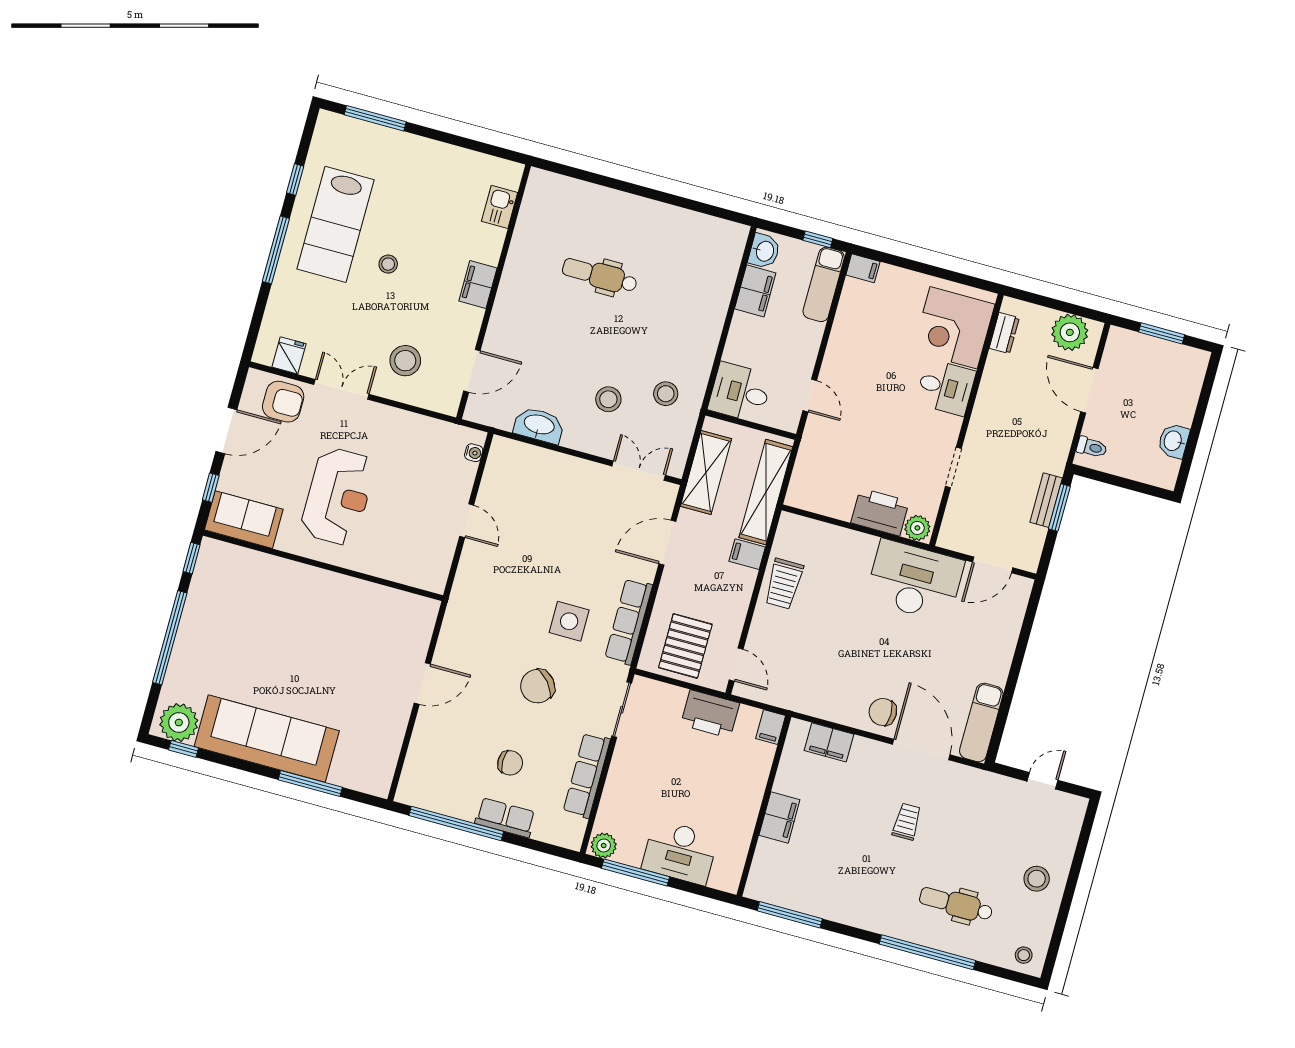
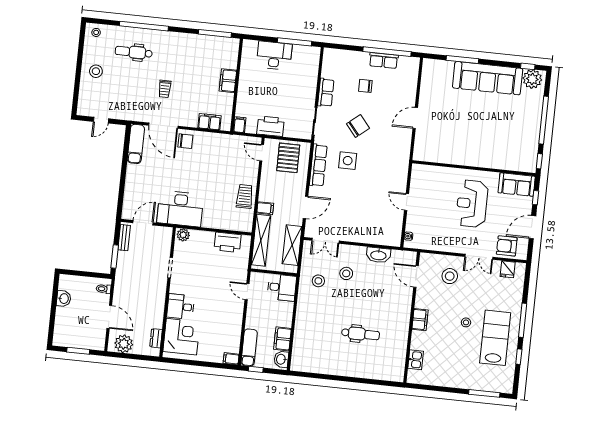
door: (472, 371) -> (416, 276), hinge flipped
bench: (1046, 500) -> (124, 238), moved
printer: (880, 512) -> (228, 242), moved
row of seats: (587, 775) -> (326, 93), width x0.68
row of seats: (505, 818) -> (384, 61), moved
plant: (604, 846) -> (312, 53), removed
dental chair: (956, 904) -> (134, 52), turned 180

